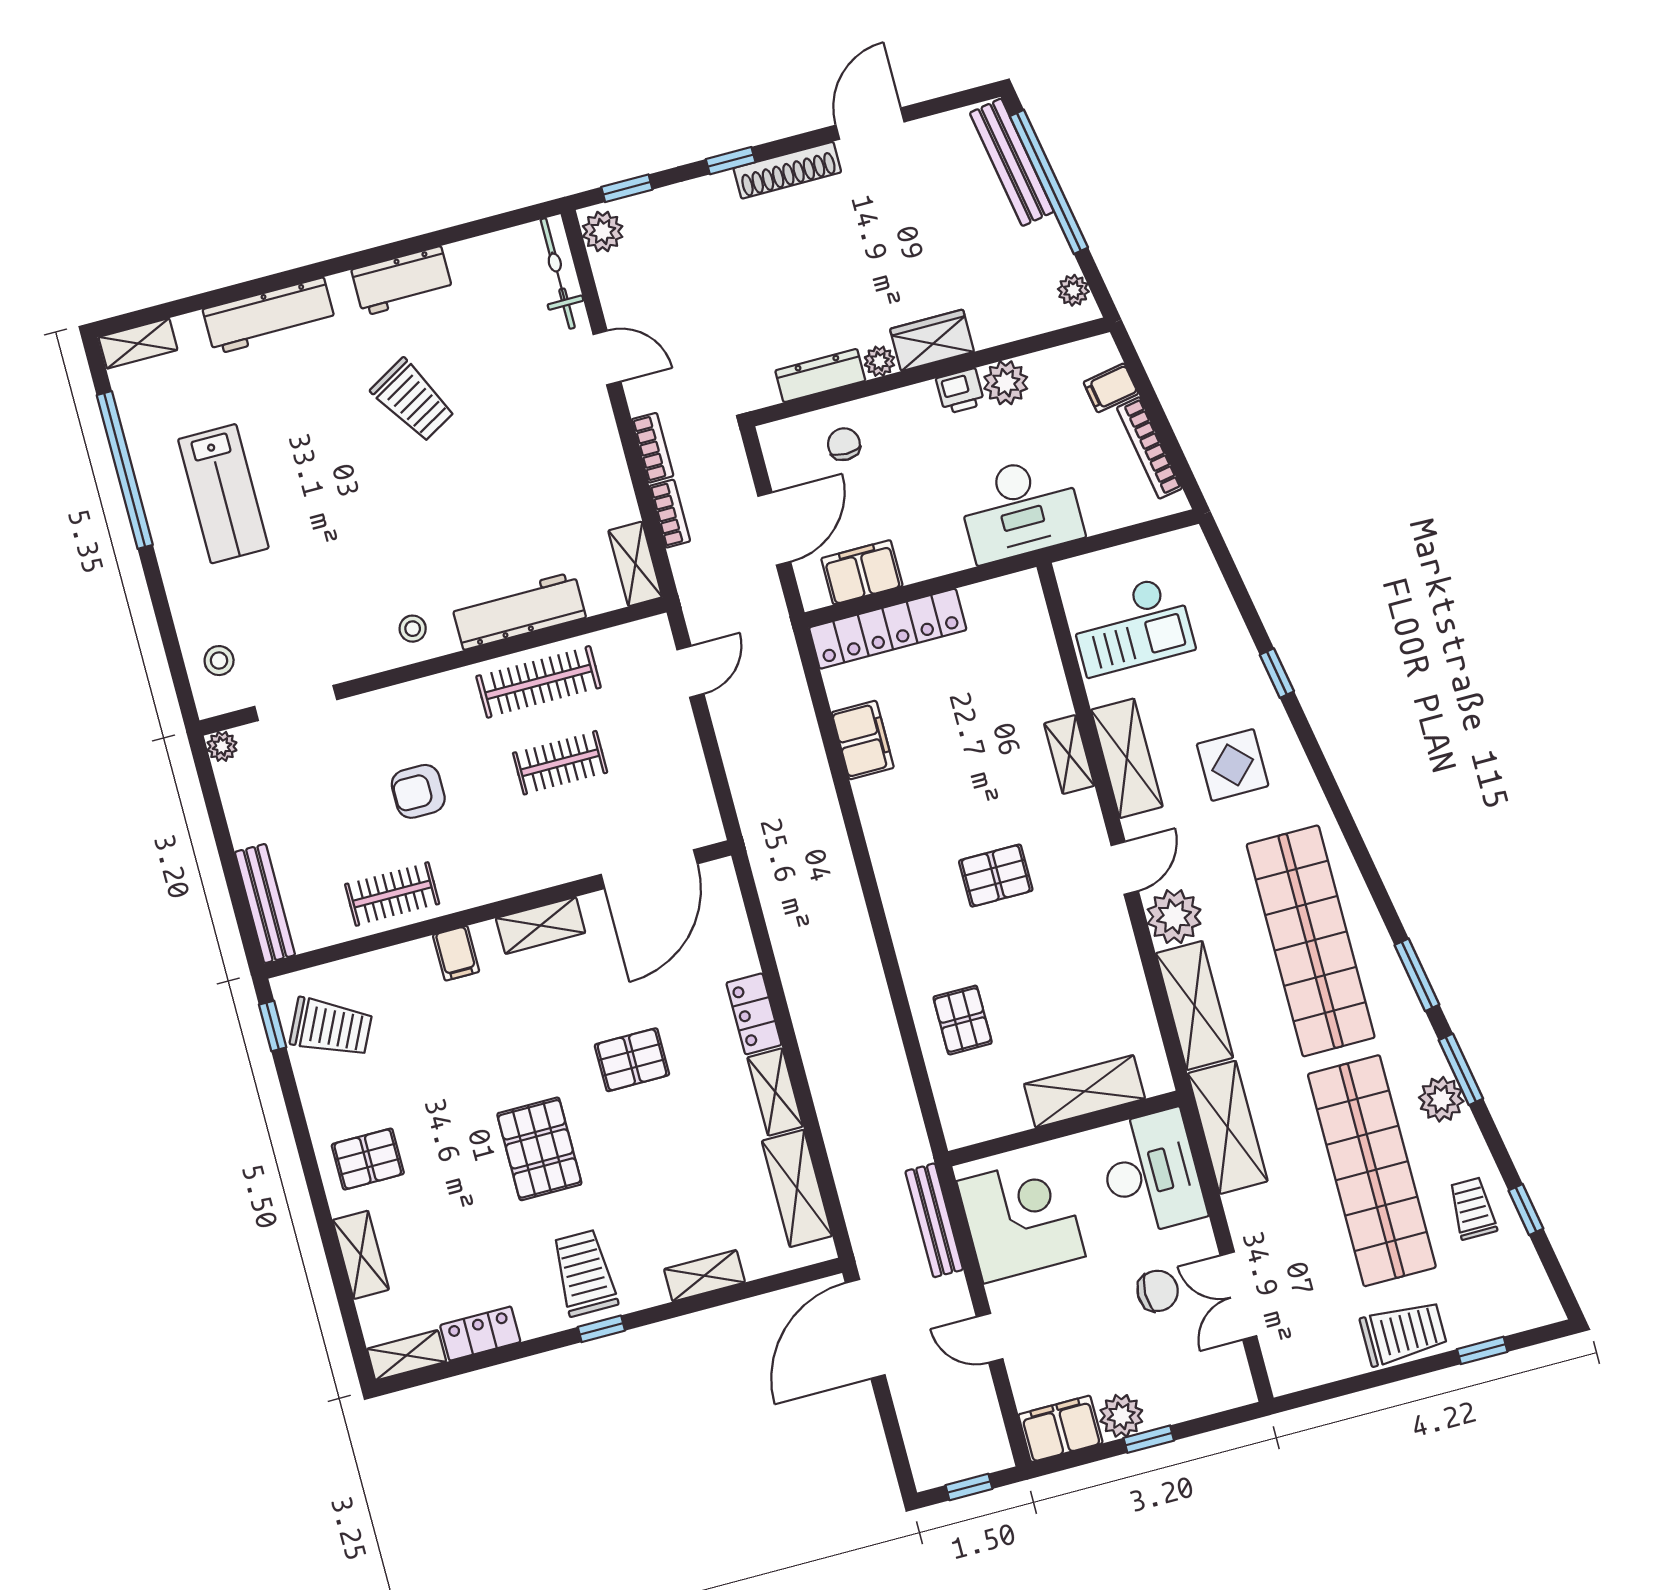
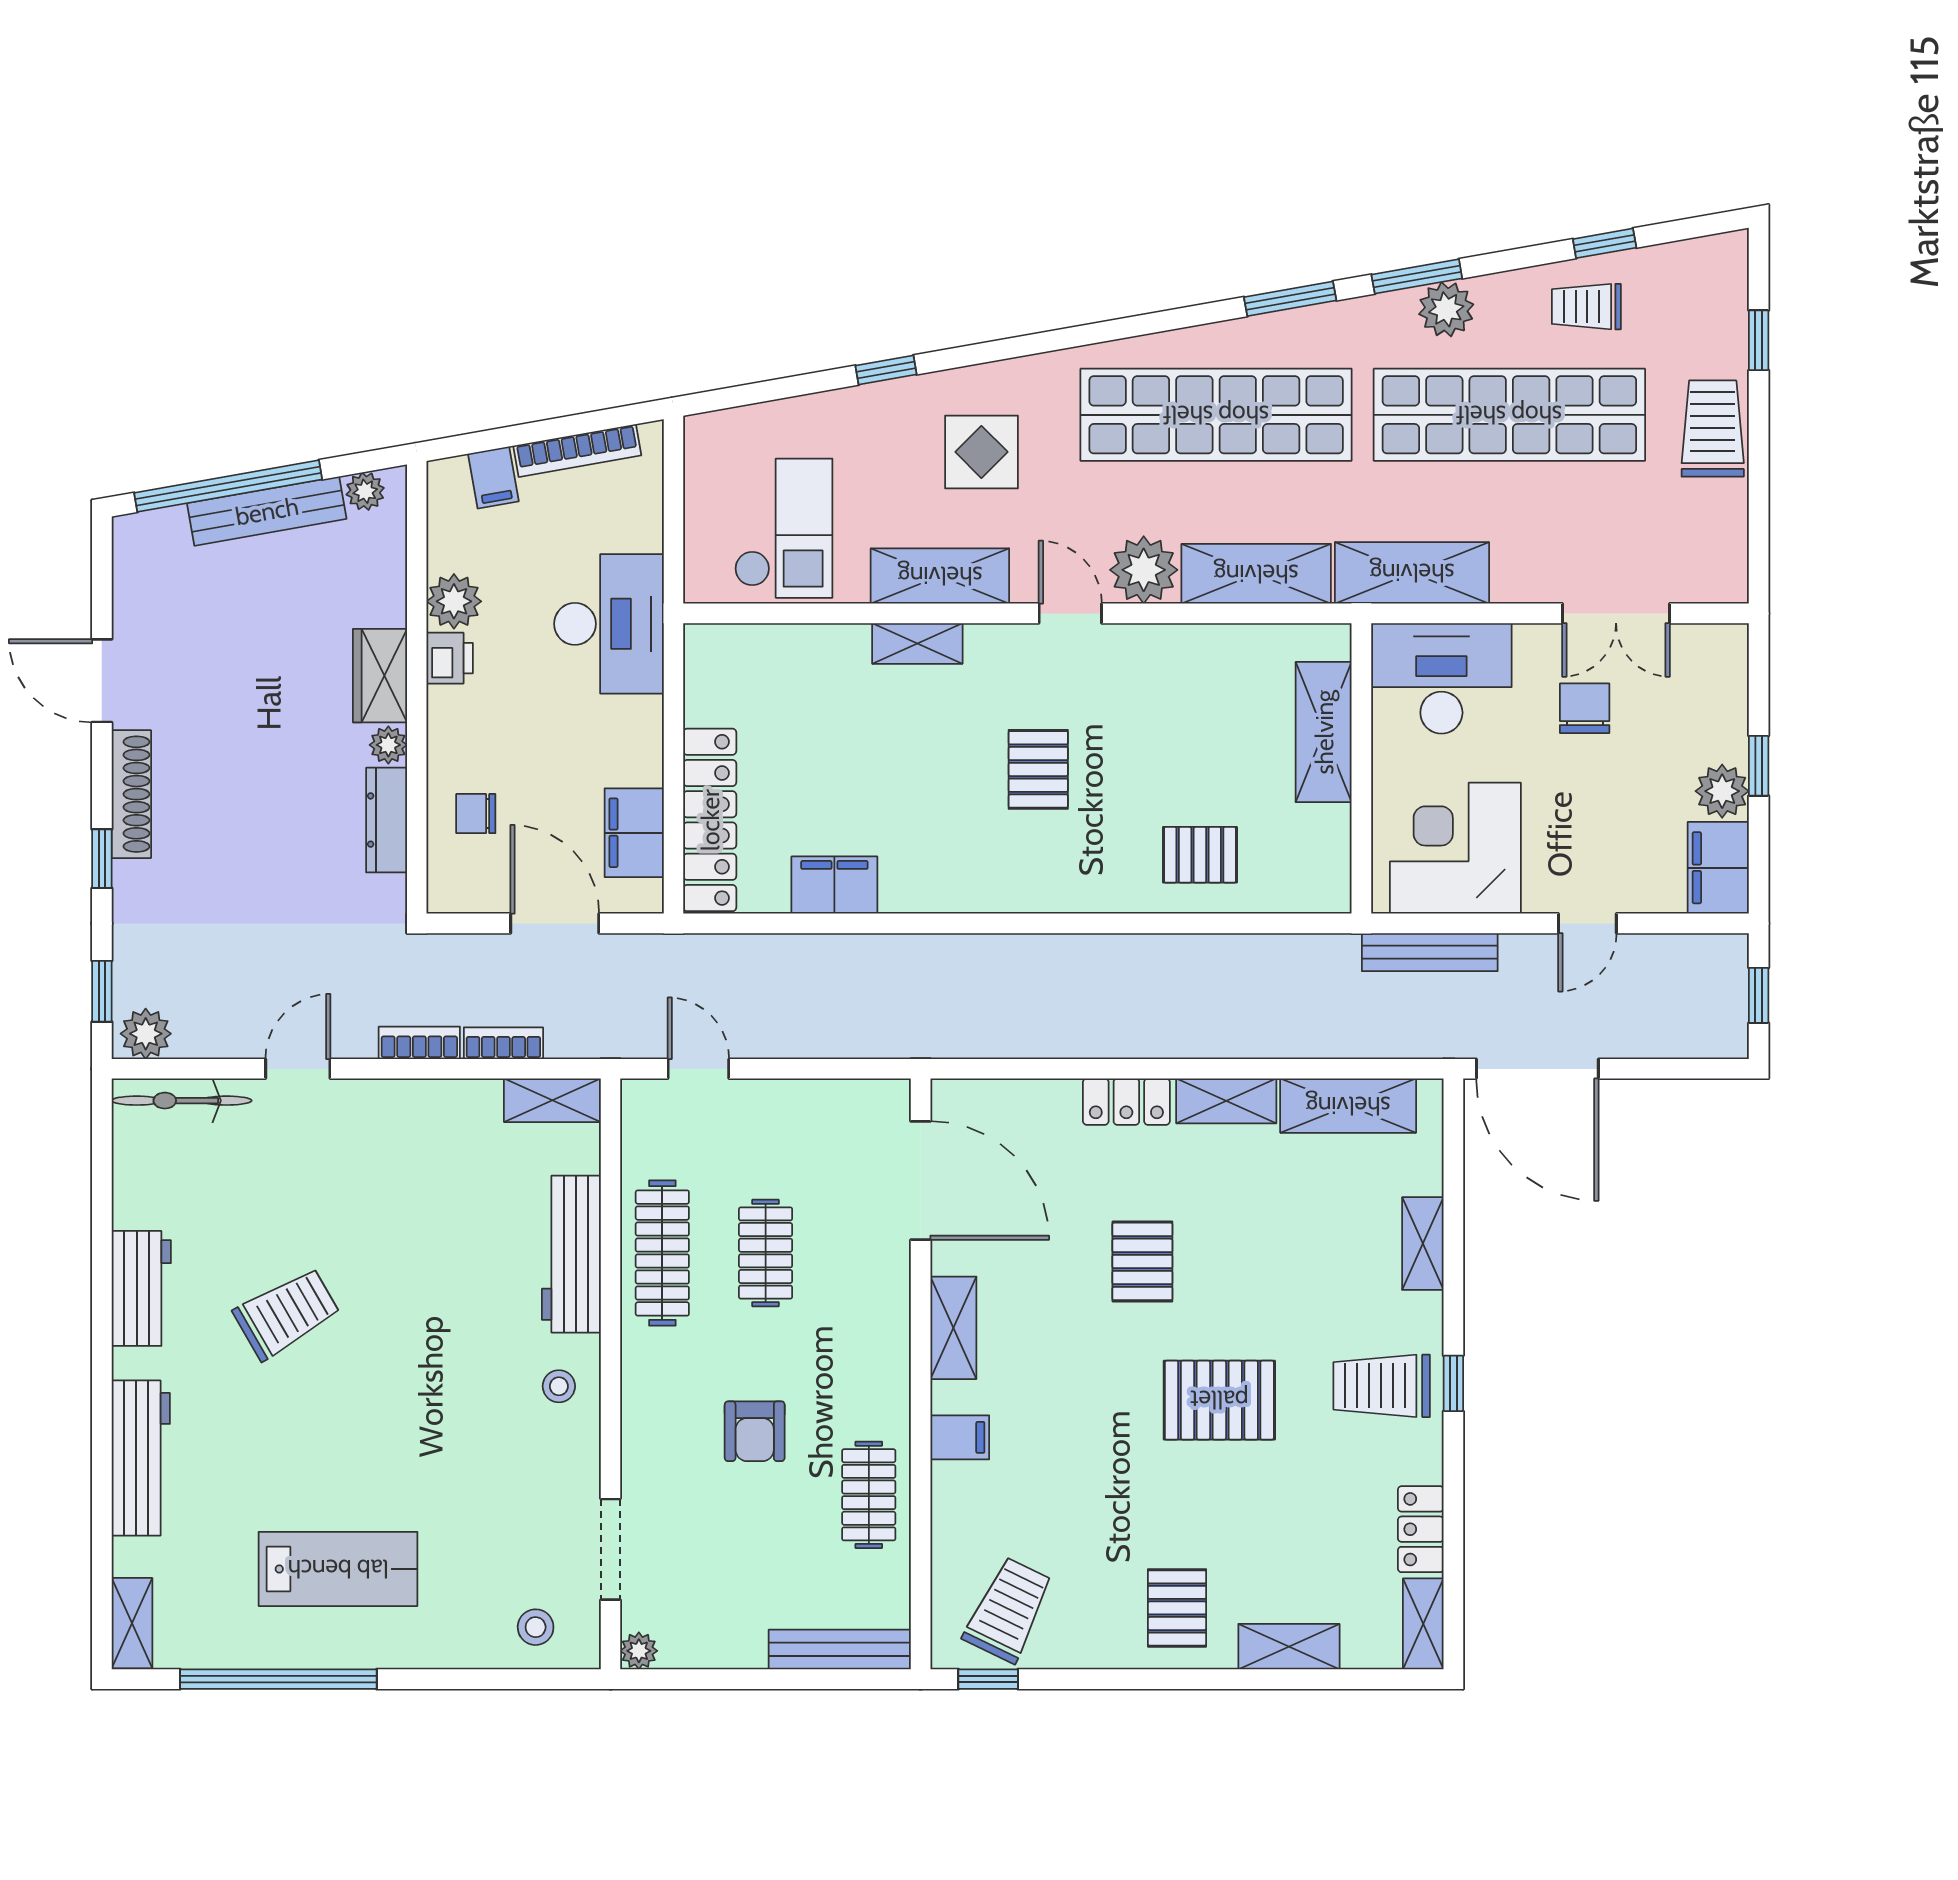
bench: (1012, 162) -> (267, 511), moved

